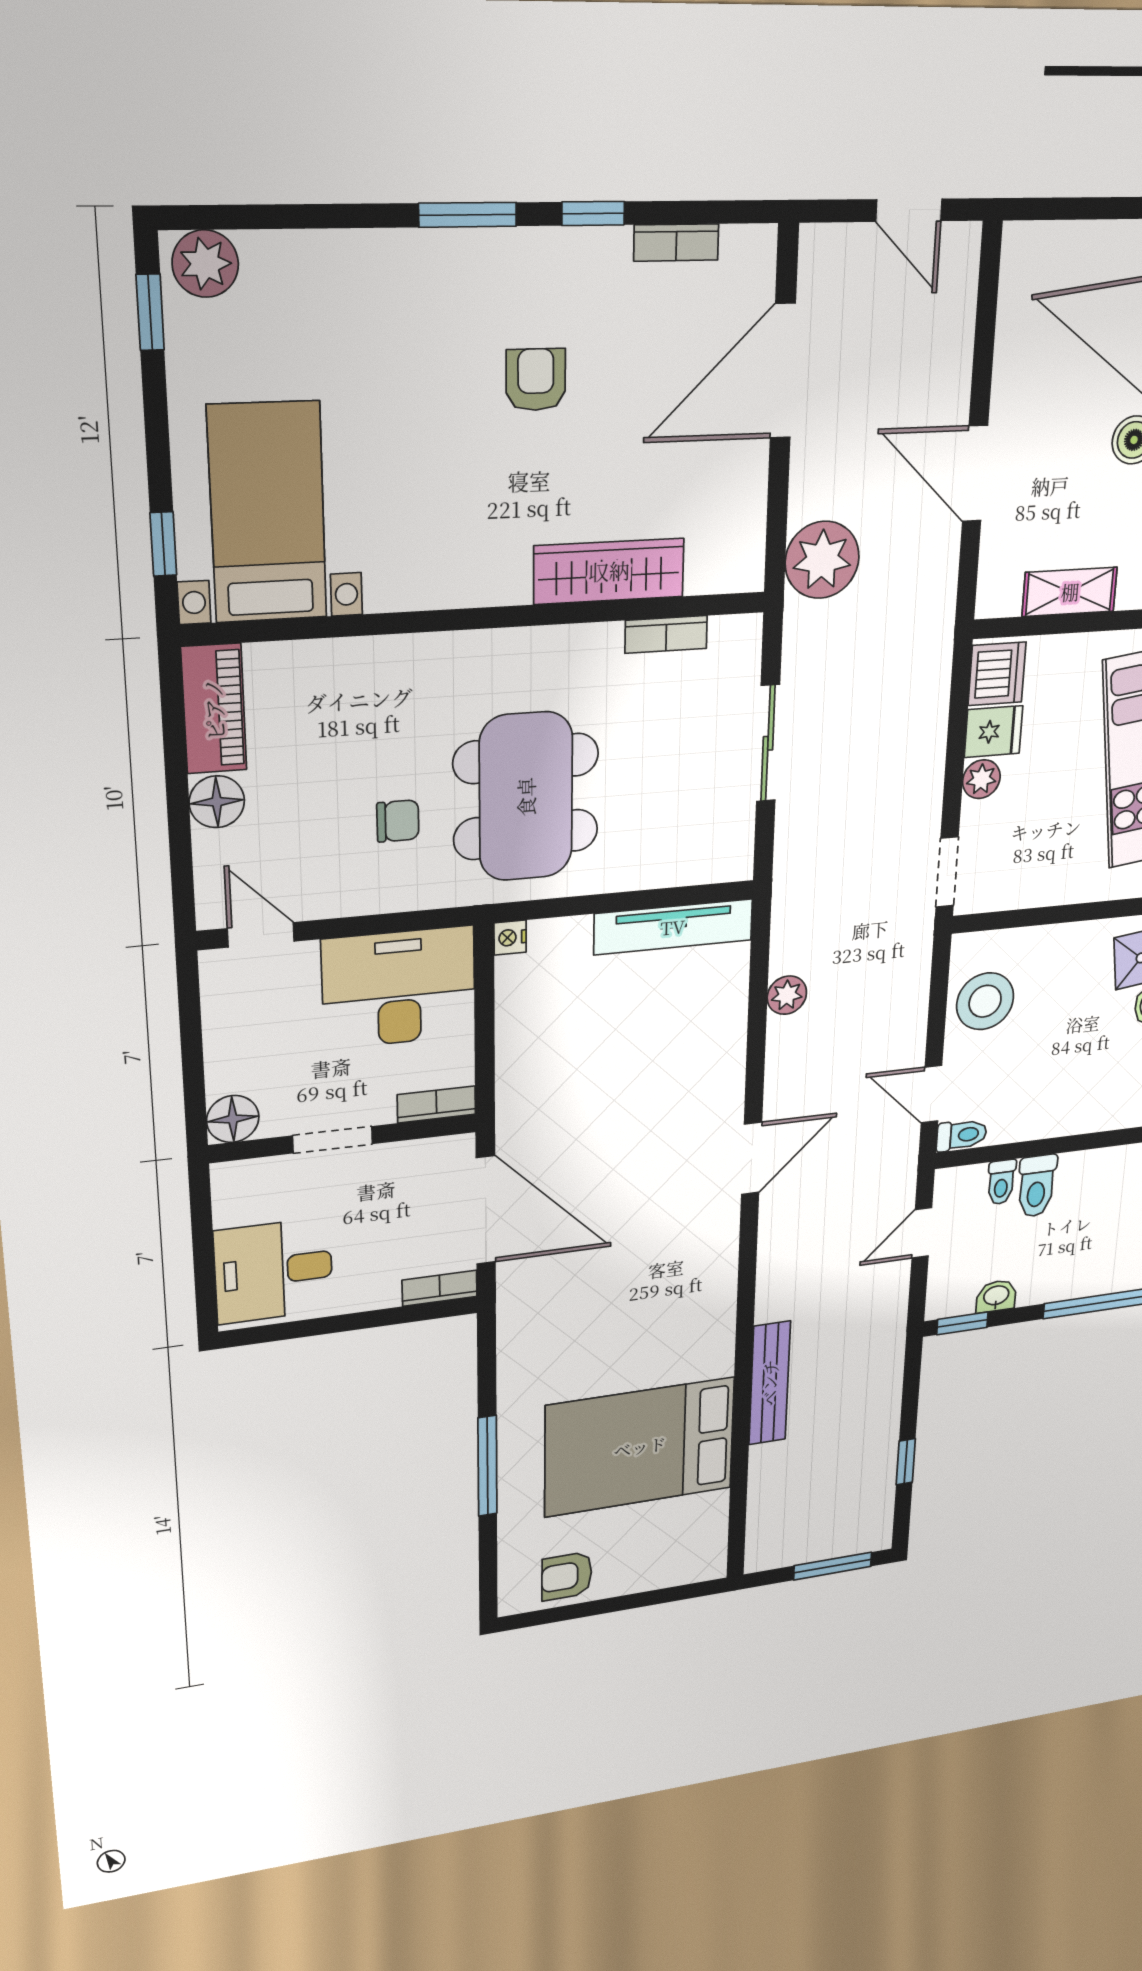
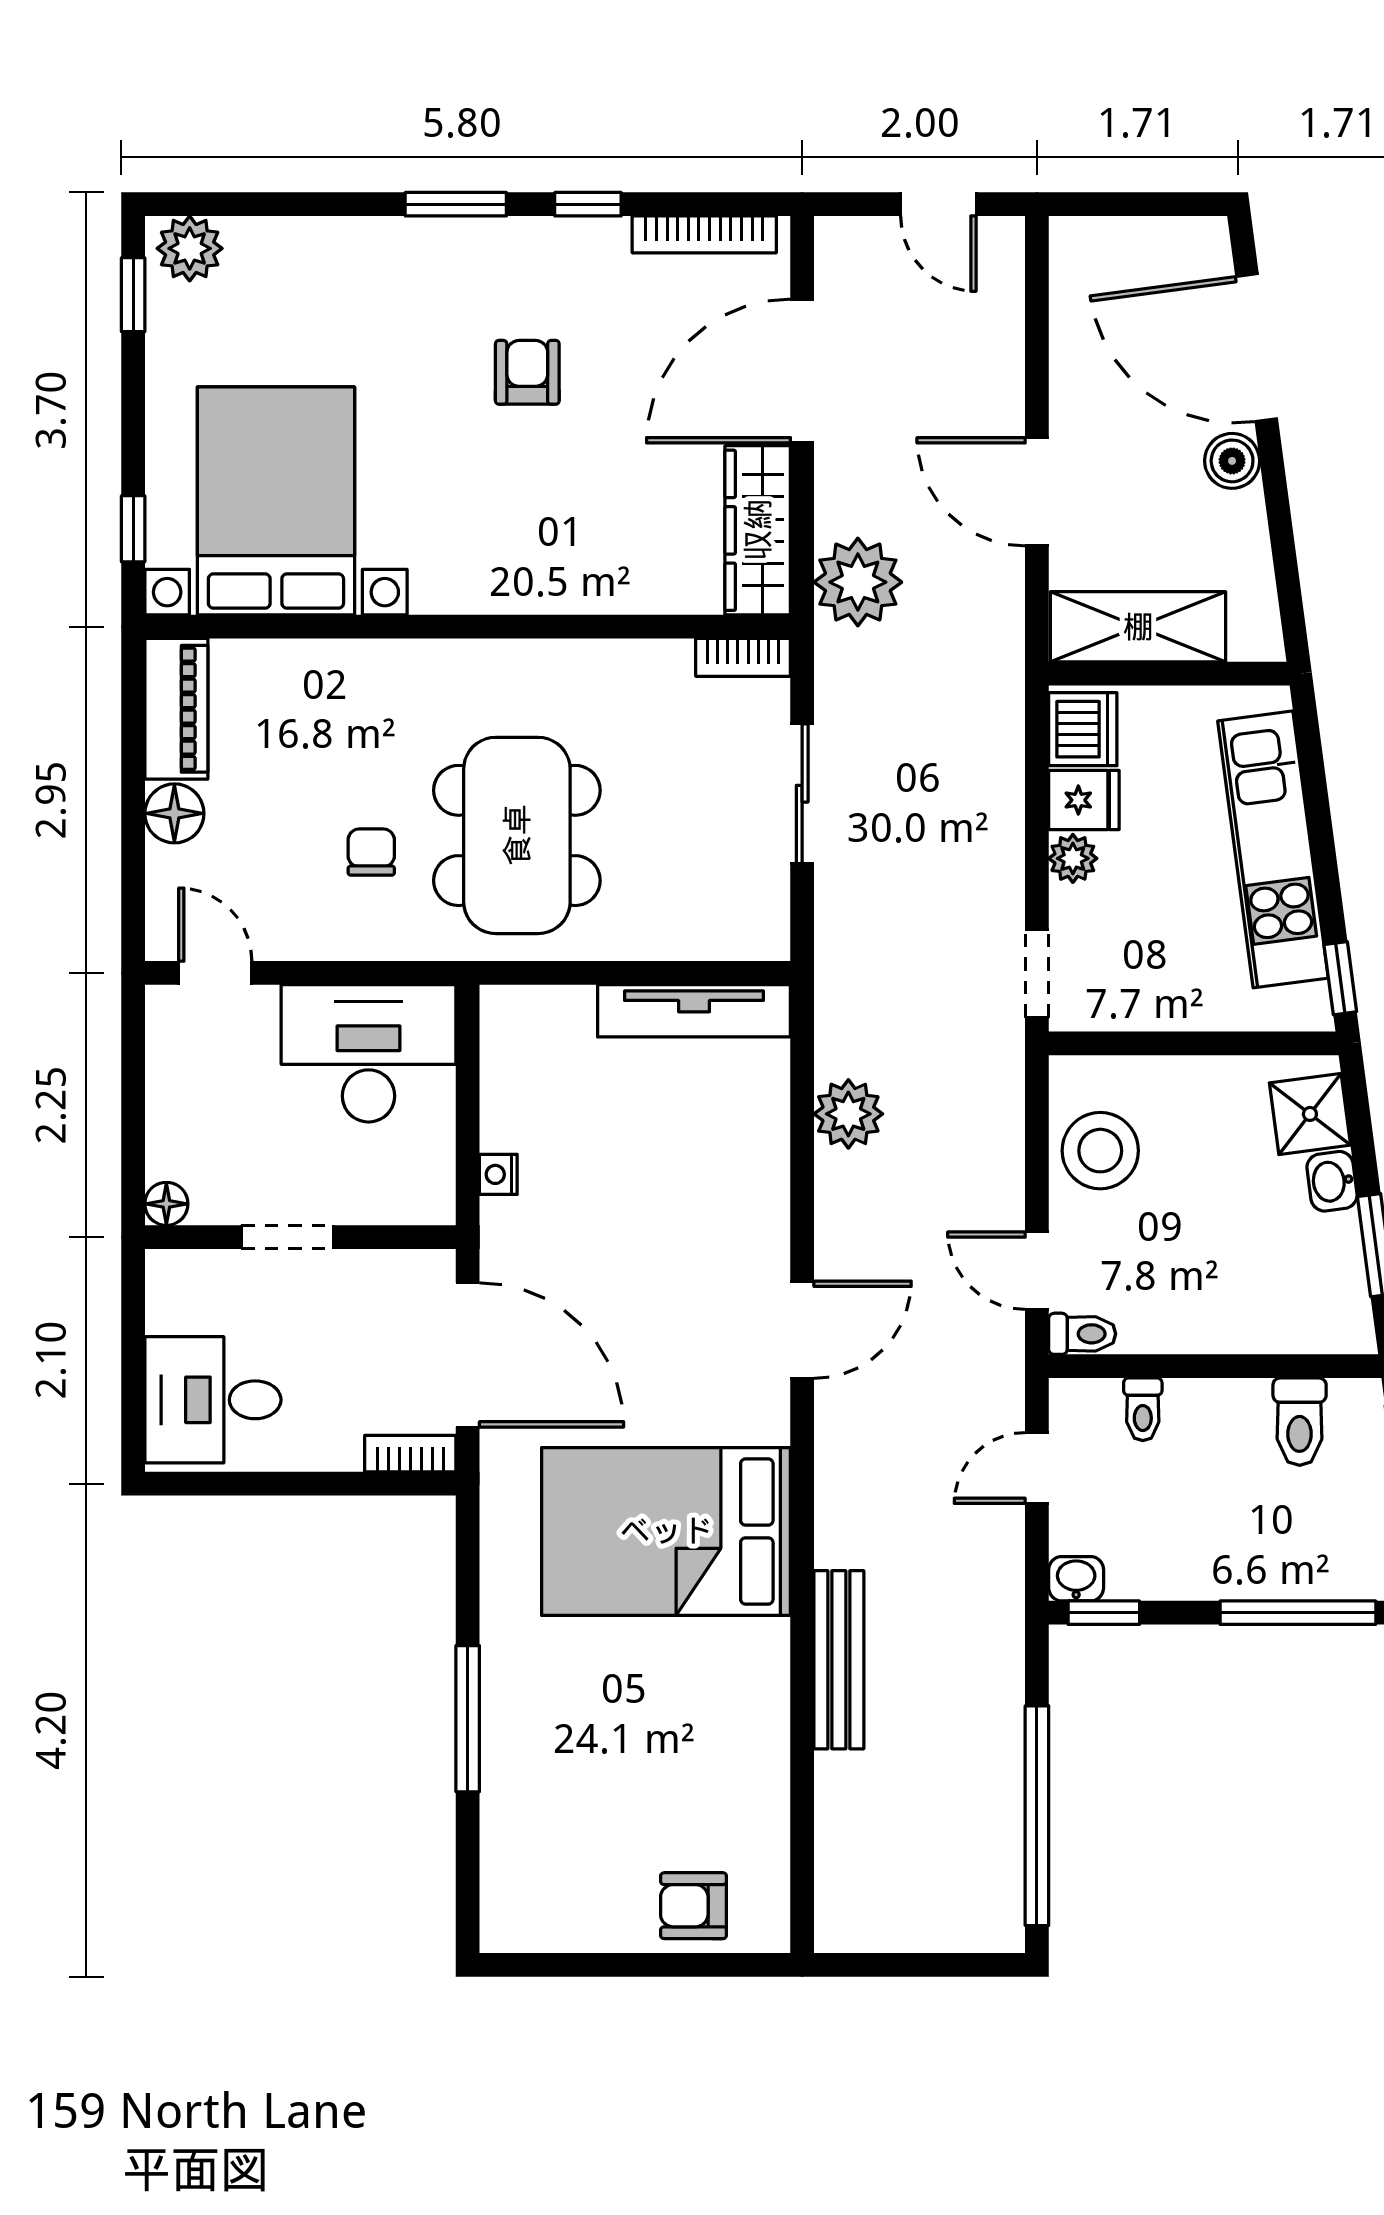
bookcase: (676, 242) -> (704, 234), width x1.56
bed with nightstands: (267, 513) -> (276, 501), width x1.36
wardrobe: (609, 571) -> (758, 530), moved, turned -90
shelving: (1070, 592) -> (1138, 627), width x1.50, depth x1.33
bookcase: (666, 634) -> (743, 657), moved
chair: (398, 821) -> (371, 852), turned -90
nightstand: (510, 938) -> (498, 1174), moved
plant: (787, 995) -> (848, 1114), width x1.38, depth x1.38
bookcase: (436, 1105) -> (410, 1207), removed
floor lamp: (233, 1119) -> (166, 1204), width x0.73, depth x0.73
toilet: (1037, 1186) -> (1300, 1422), moved
washbasin: (996, 1296) -> (1076, 1579), moved
bed: (640, 1447) -> (666, 1531), moved
window: (906, 1462) -> (1037, 1816), width x3.17
window: (833, 1566) -> (941, 1965), removed
armchair: (567, 1576) -> (694, 1906), moved

